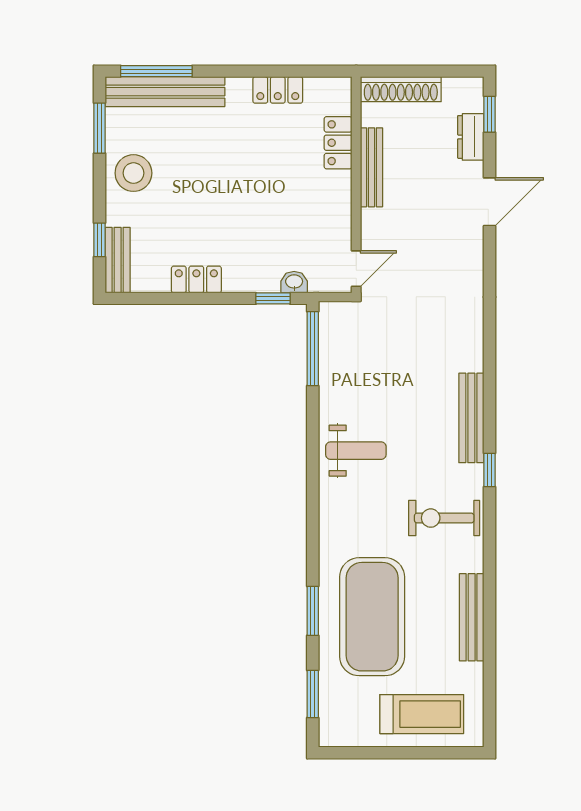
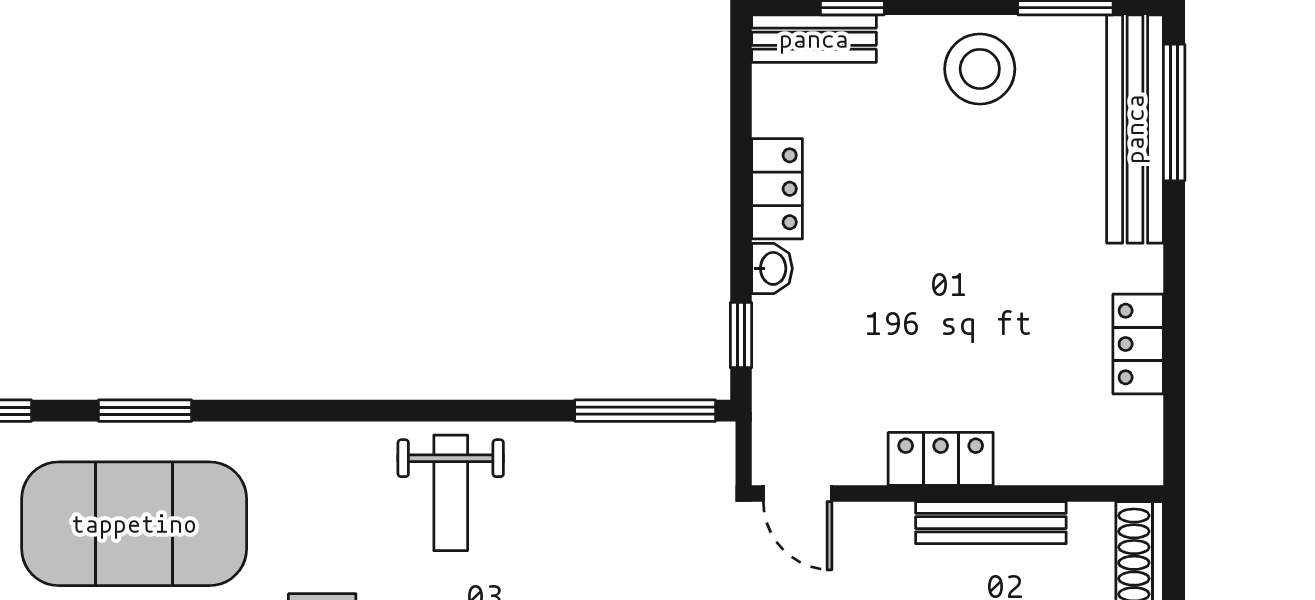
locker: (338, 143) -> (941, 459), moved
washbasin: (294, 282) -> (772, 268), moved

